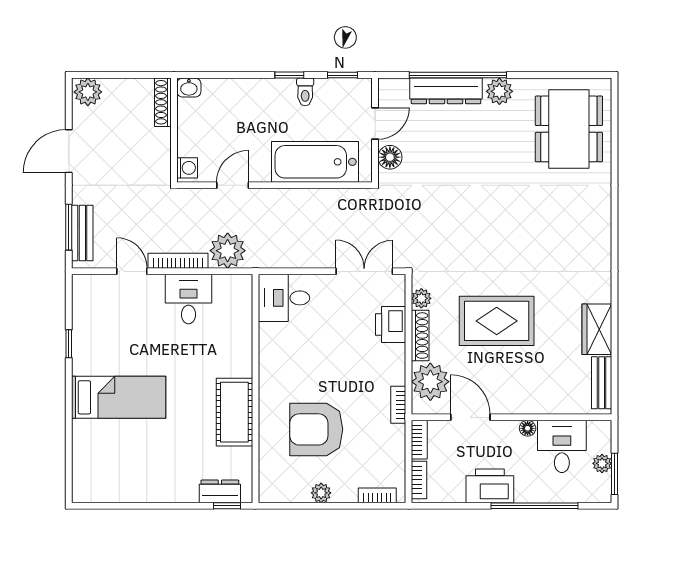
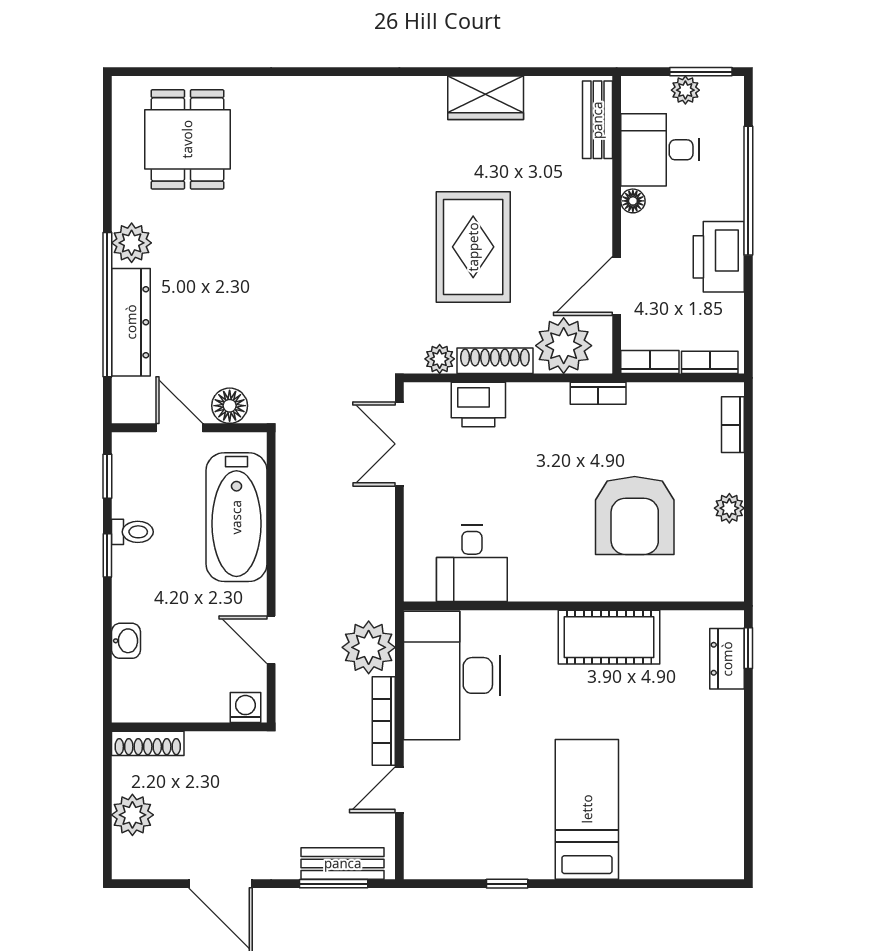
washbasin: (189, 88) -> (126, 641), moved
plant: (88, 92) -> (132, 815), moved
dining table: (569, 129) -> (187, 139), width x0.73
desk: (284, 298) -> (472, 563), moved
desk: (189, 299) -> (452, 675), width x1.87, depth x1.30
bench: (602, 383) -> (597, 120), moved, turned 90

